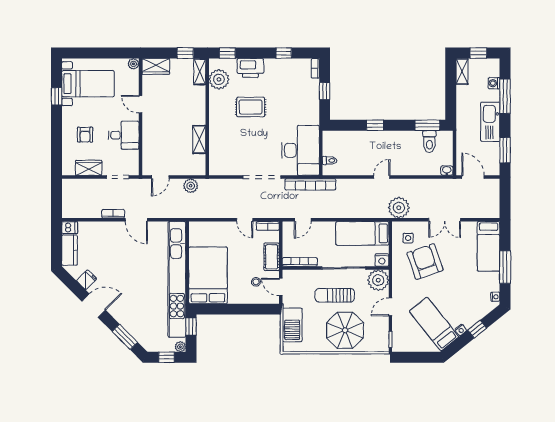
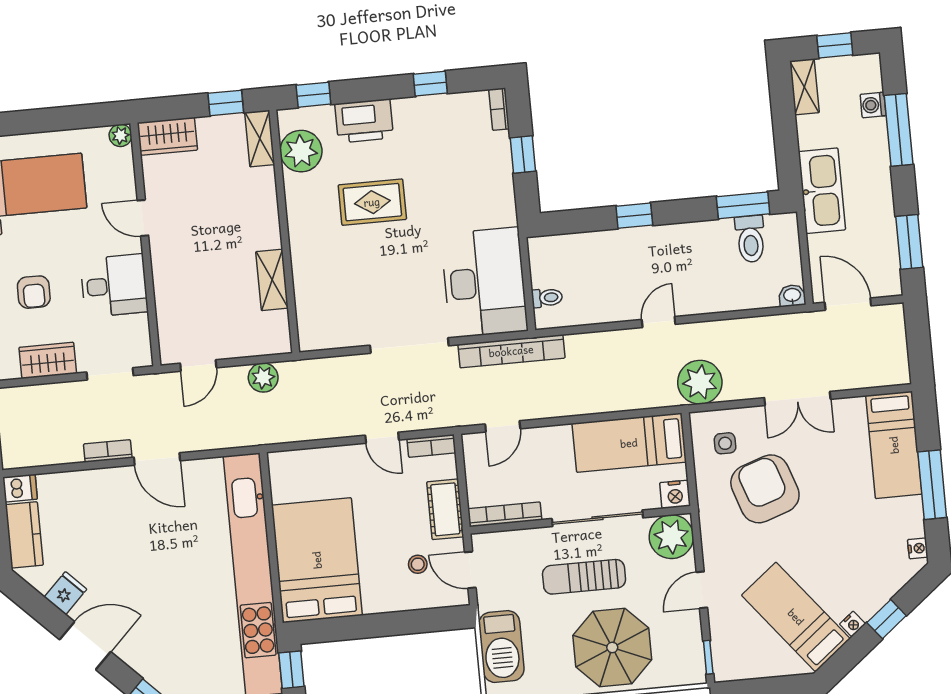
kitchen sink: (490, 122) -> (822, 191), moved, turned 180

